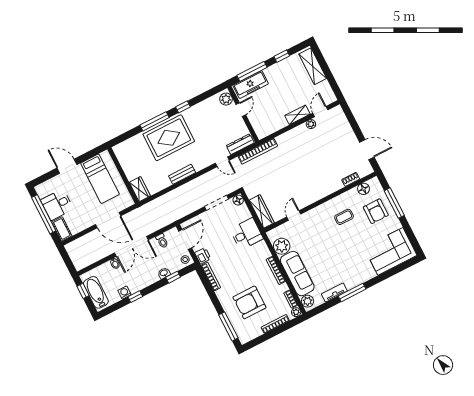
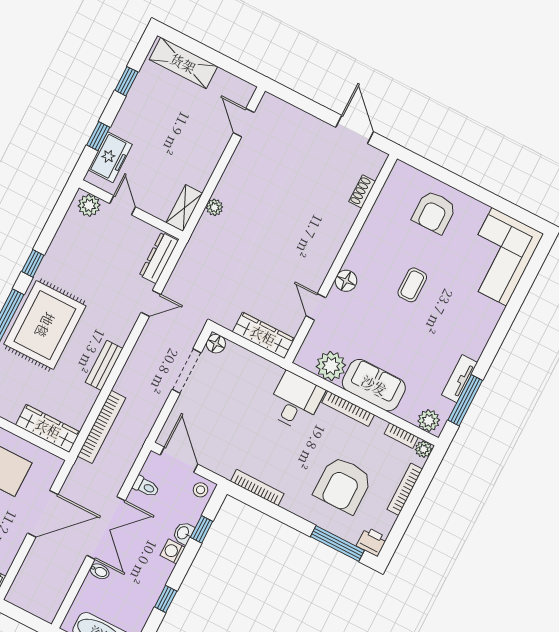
window: (252, 71) -> (98, 136), width x0.46
freezer: (251, 85) -> (110, 157), width x0.71
shelving: (297, 115) -> (184, 208), moved
plant: (311, 124) -> (214, 207), moved
door: (367, 150) -> (355, 129), hinge flipped
bookcase: (258, 151) -> (102, 427), moved
wardrobe: (140, 189) -> (48, 428), width x1.50
floor lamp: (364, 189) -> (346, 281), moved
window: (394, 203) -> (453, 180), removed
armchair: (376, 211) -> (434, 212), turned 90
coffee table: (344, 217) -> (412, 285), moved
desk: (246, 234) -> (295, 401), moved
printer: (203, 256) -> (372, 542), moved
sofa: (297, 274) -> (374, 385), width x0.73
window: (352, 292) -> (465, 400), moved
washing machine: (124, 293) -> (173, 551), moved

